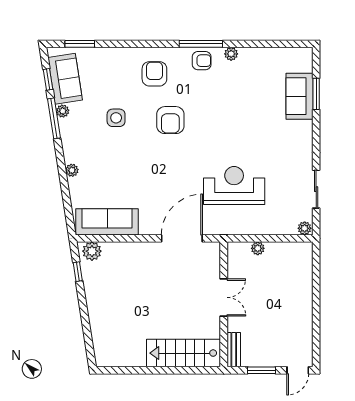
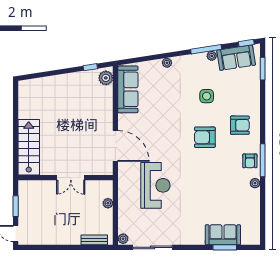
window: (48, 79) -> (246, 43), moved
sliding door: (316, 189) -> (153, 247), width x1.37
bench: (234, 350) -> (94, 240), moved

